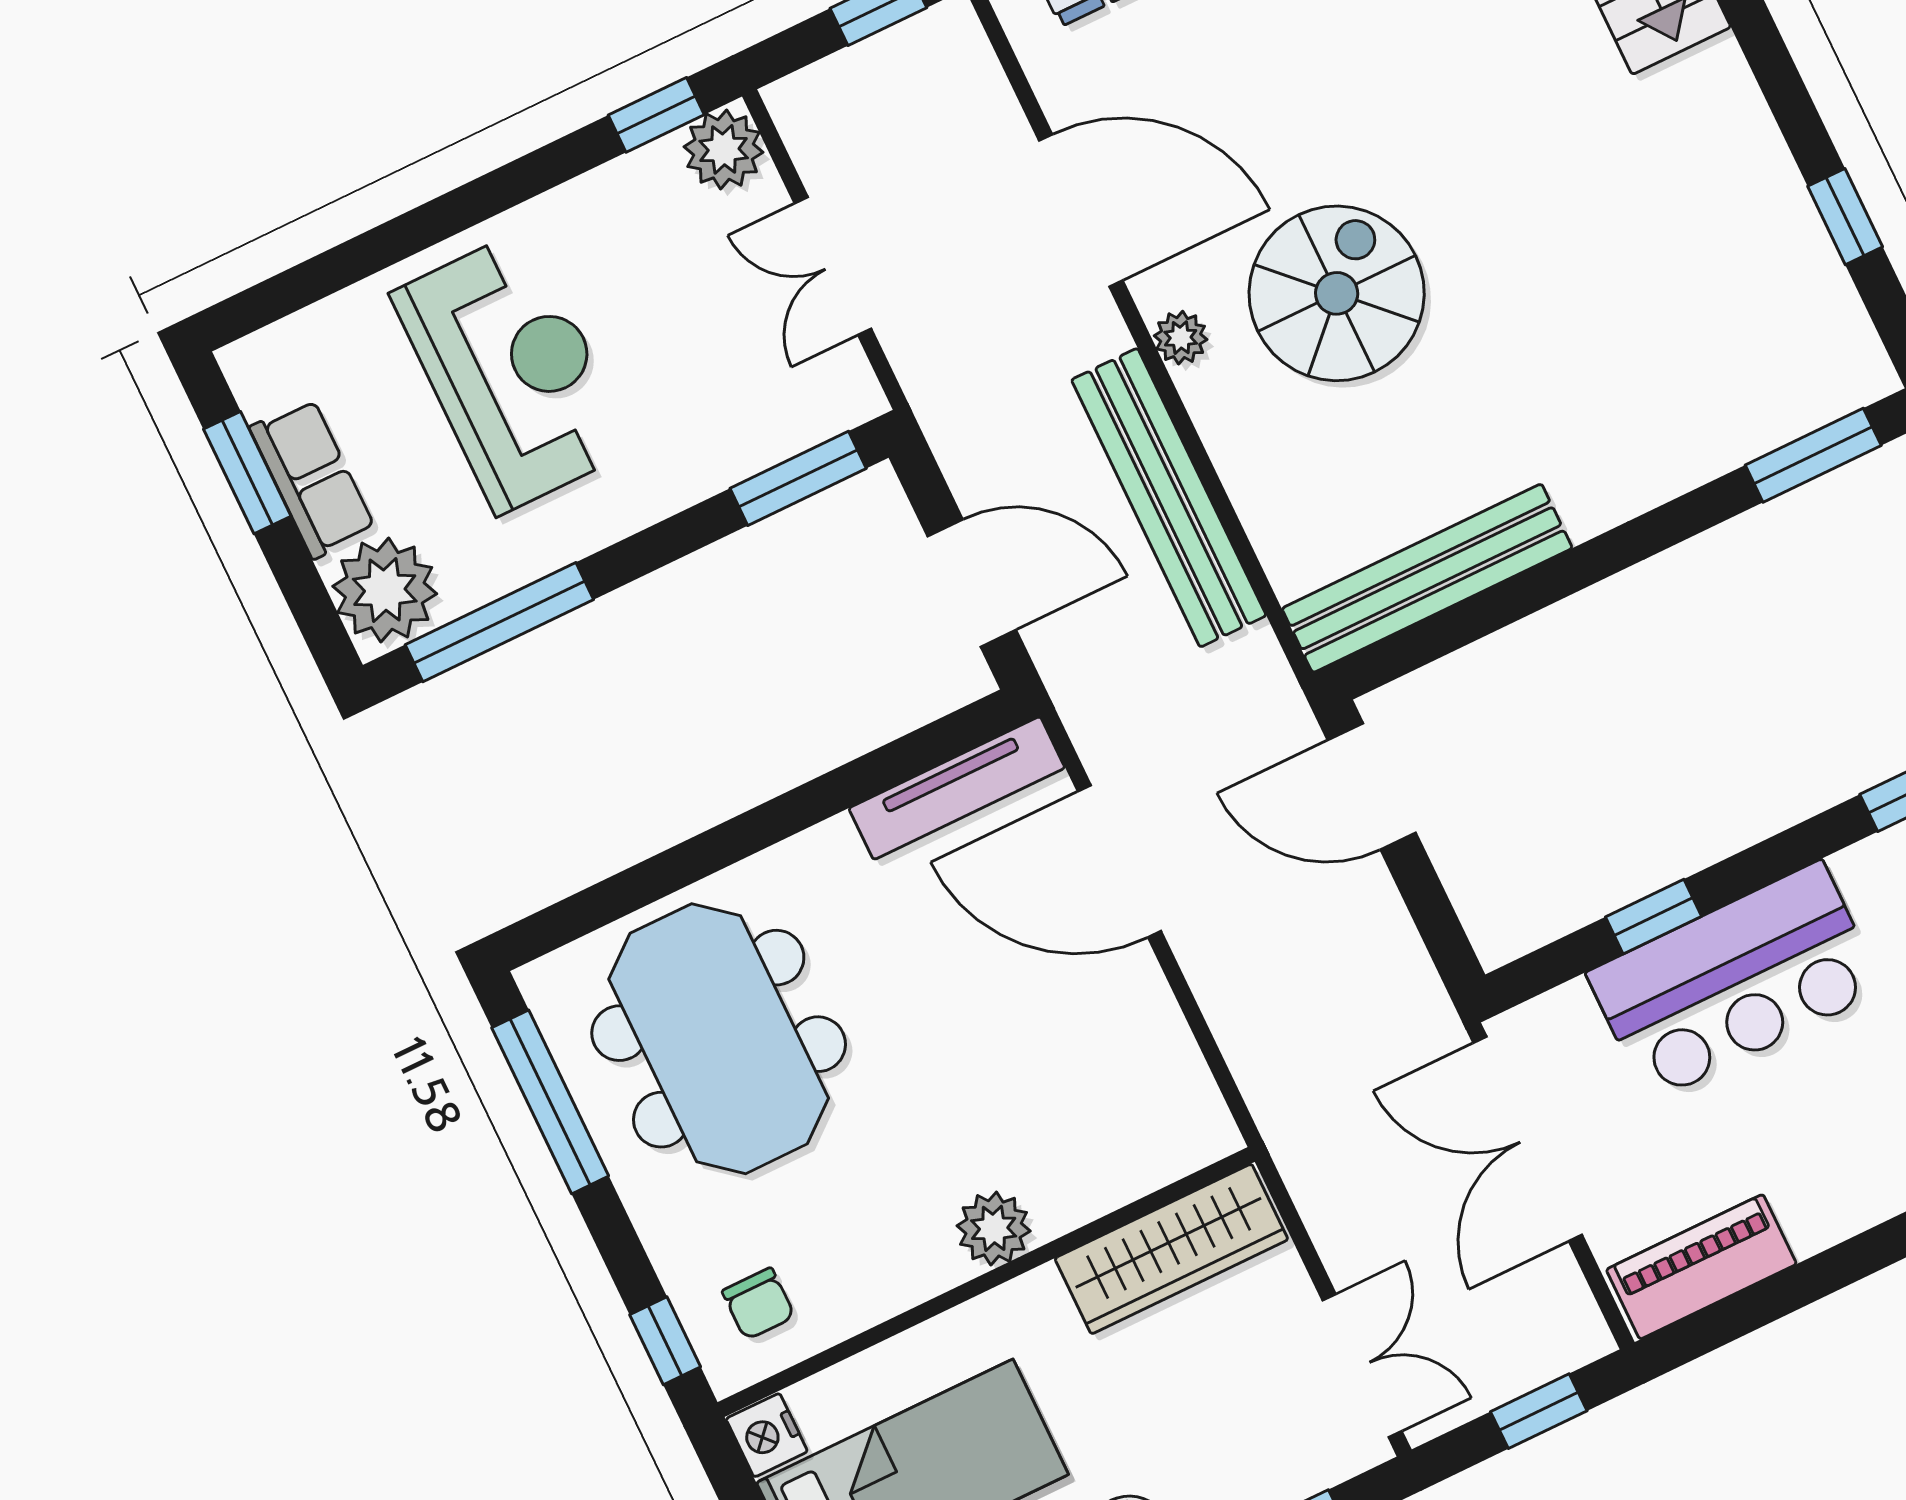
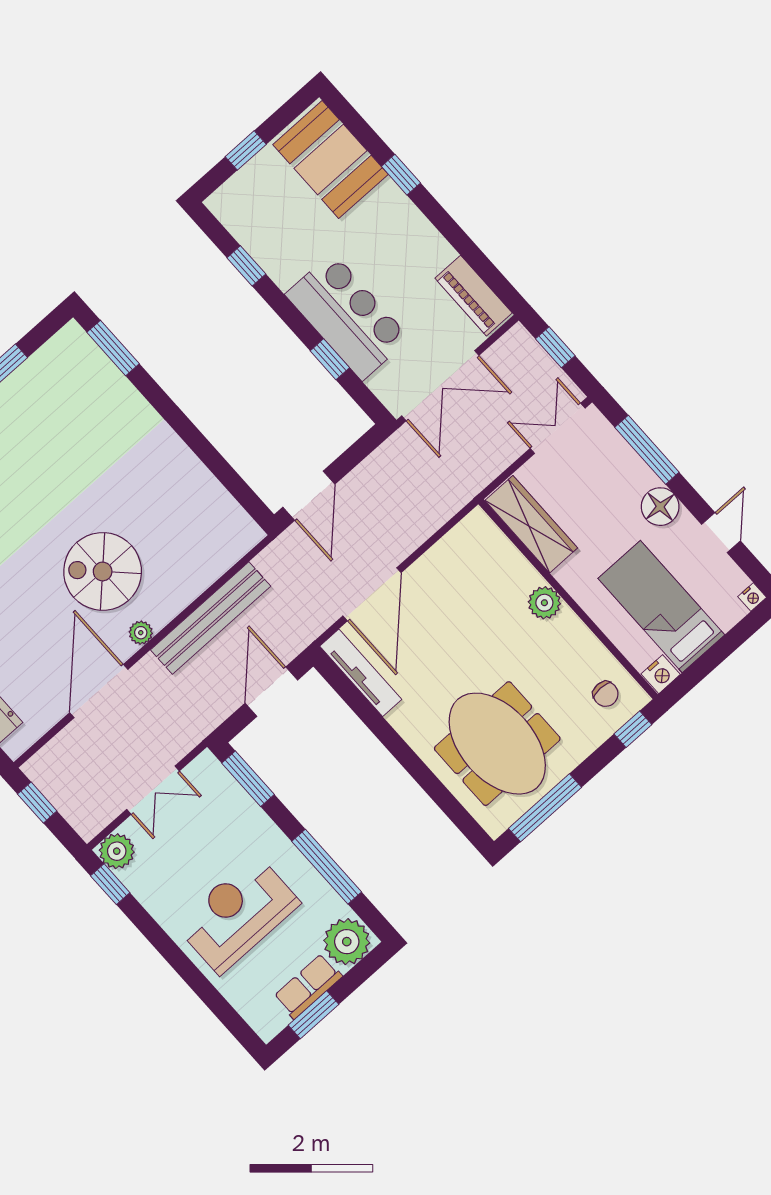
bench: (1427, 578) -> (213, 498), removed
window: (499, 622) -> (327, 867), moved
meeting table: (719, 1039) -> (497, 744), turned 90
chair: (758, 1304) -> (606, 694), turned 90

